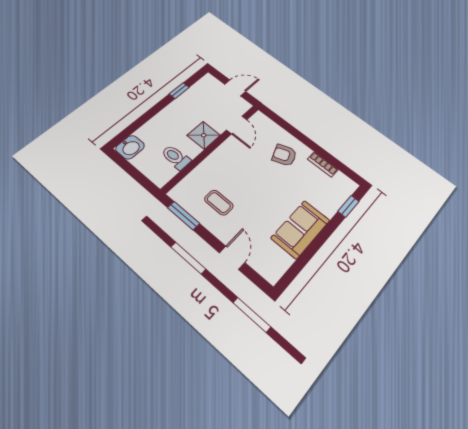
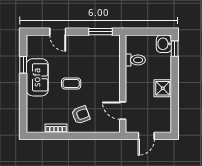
window: (179, 91) -> (175, 49), moved
shower: (204, 135) -> (163, 88), moved
coffee table: (219, 203) -> (71, 84), moved
window: (348, 206) -> (23, 65), moved

